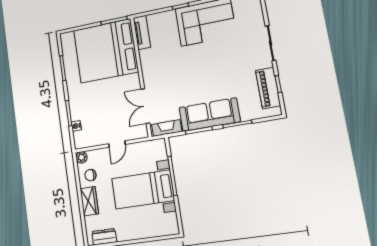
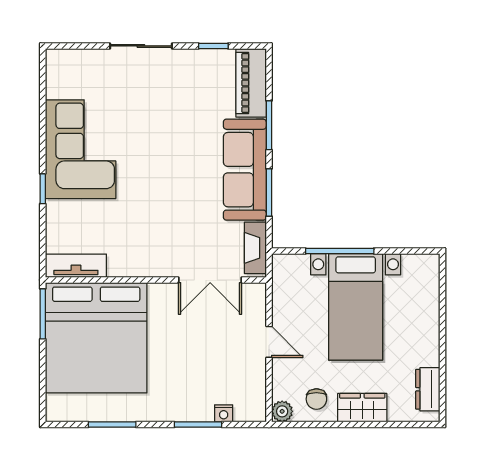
piano: (268, 88) -> (251, 83), moved, turned 90

